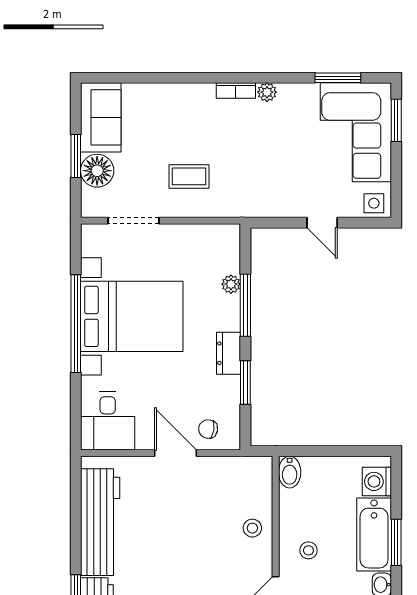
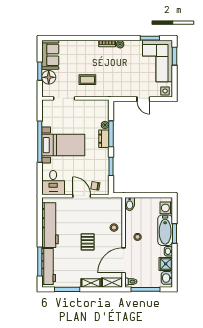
bed with nightstands: (132, 316) -> (63, 145), width x0.73
dresser: (229, 353) -> (104, 139), moved
pallet: (190, 562) -> (88, 242), added

